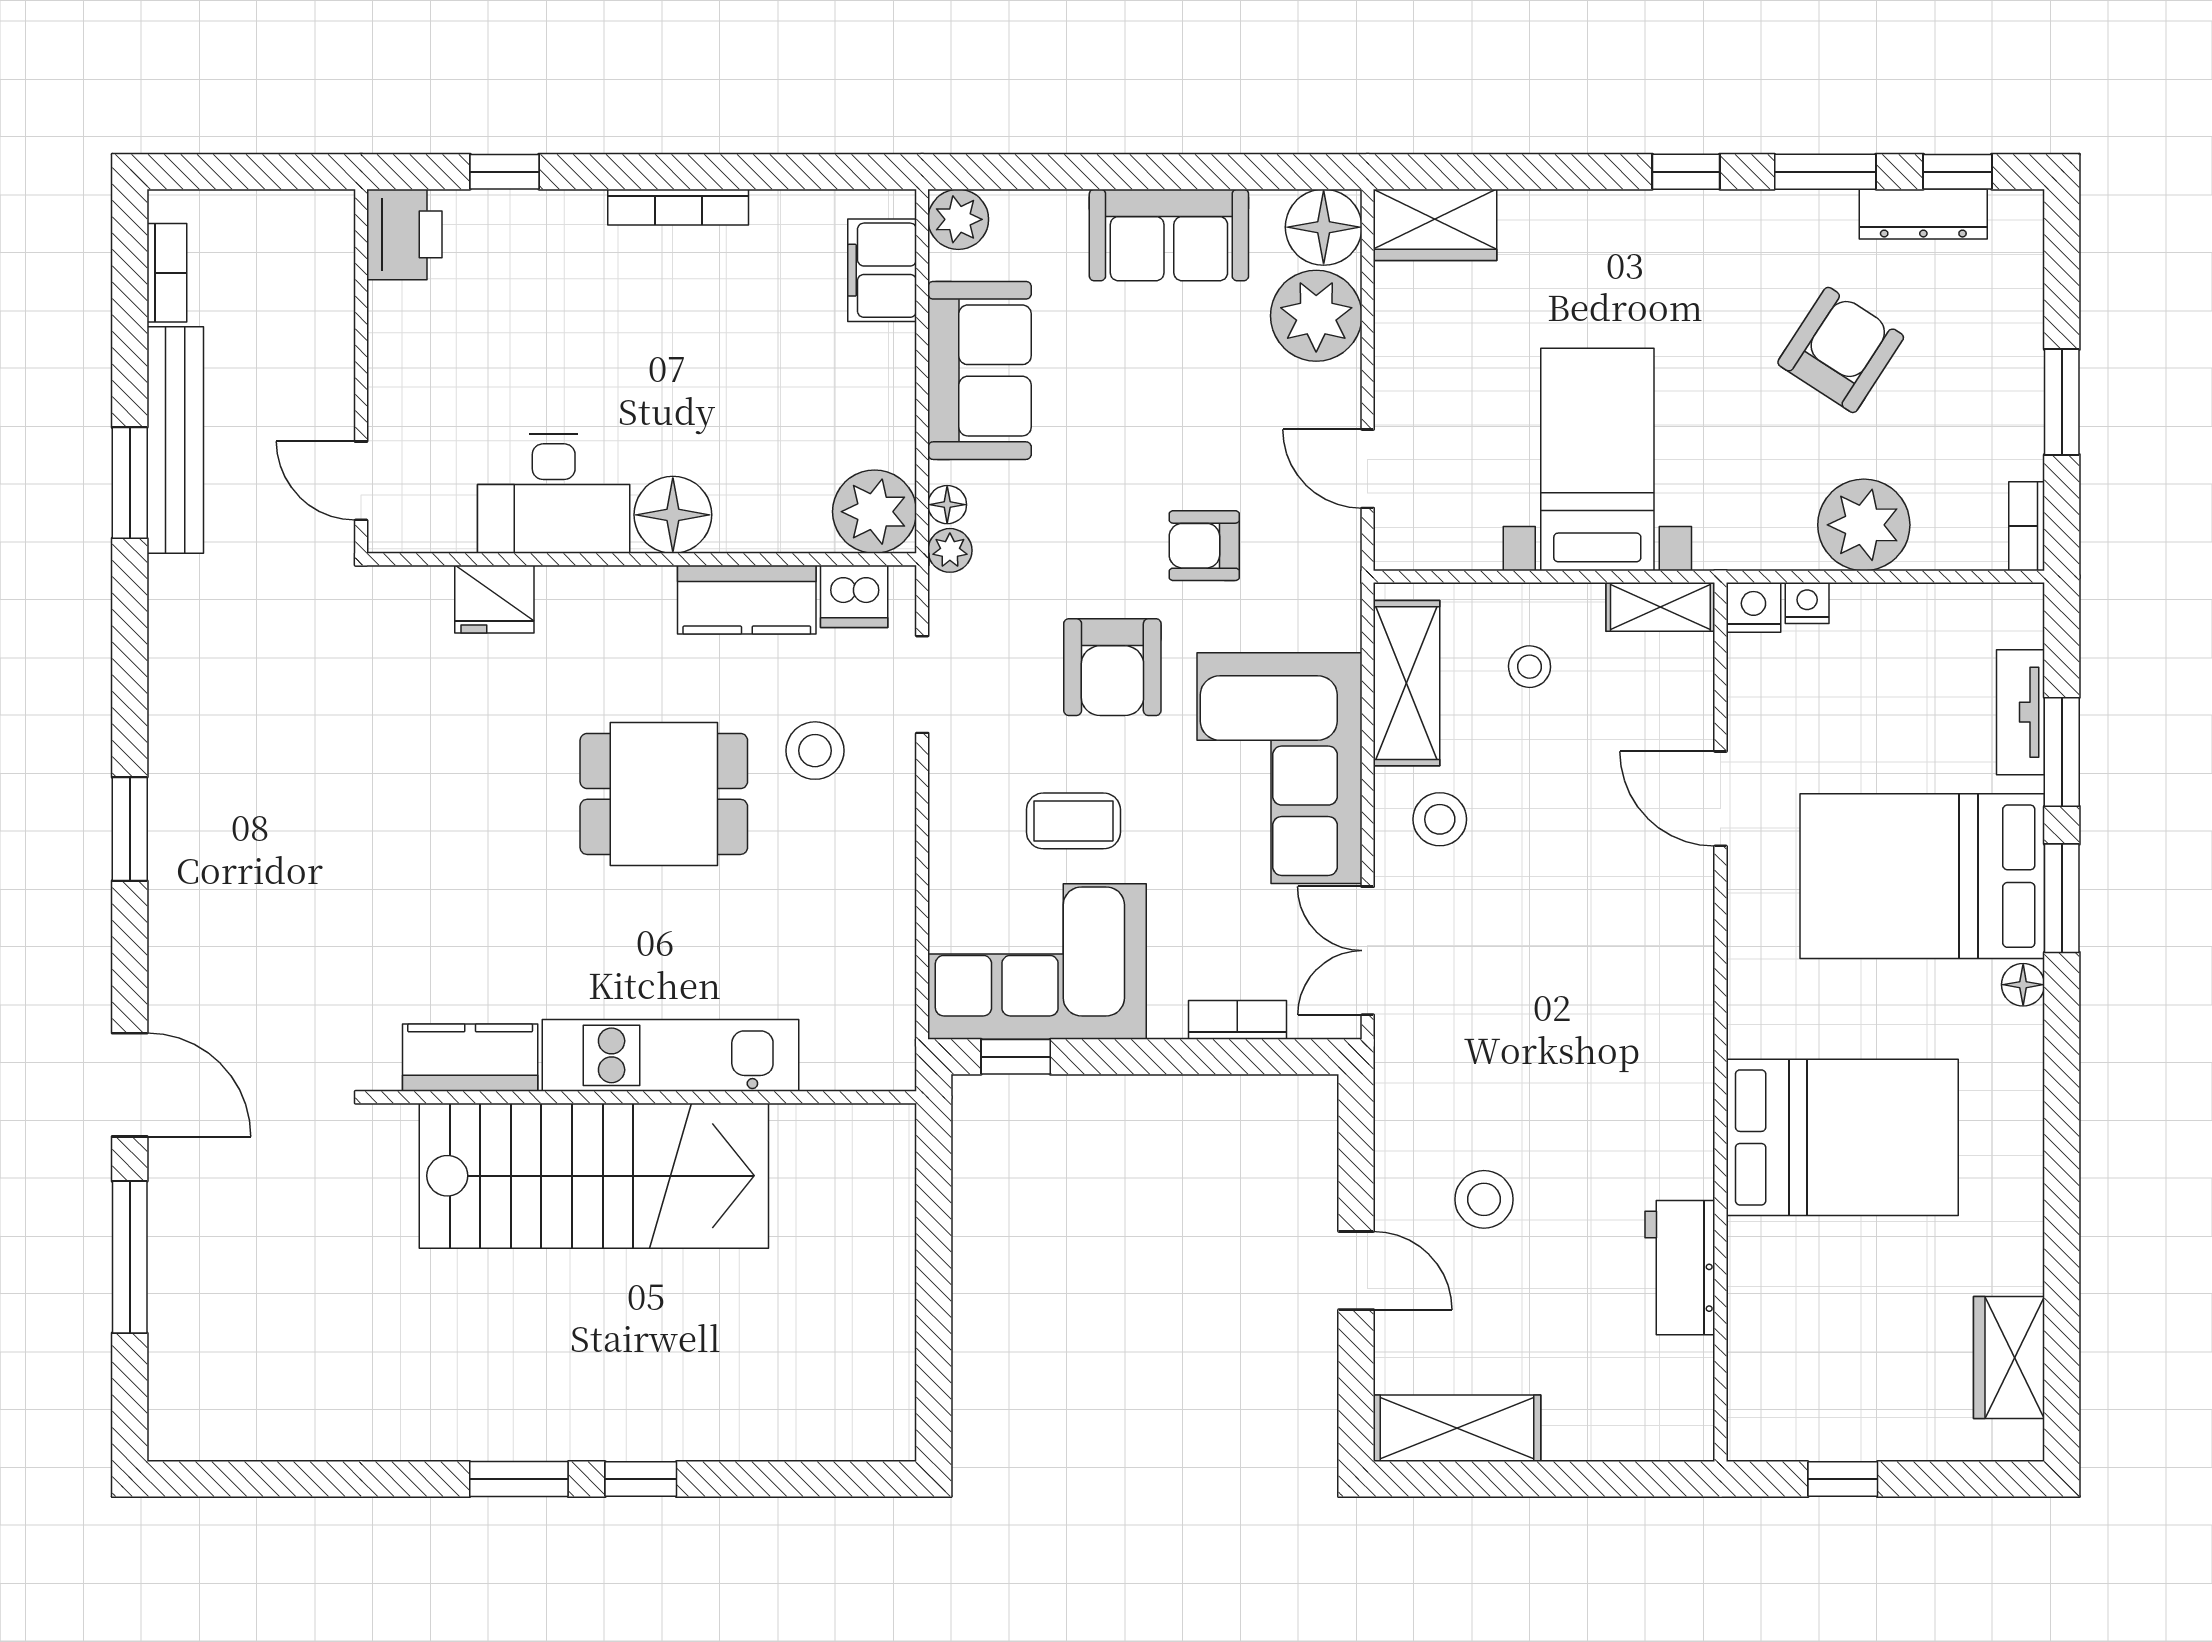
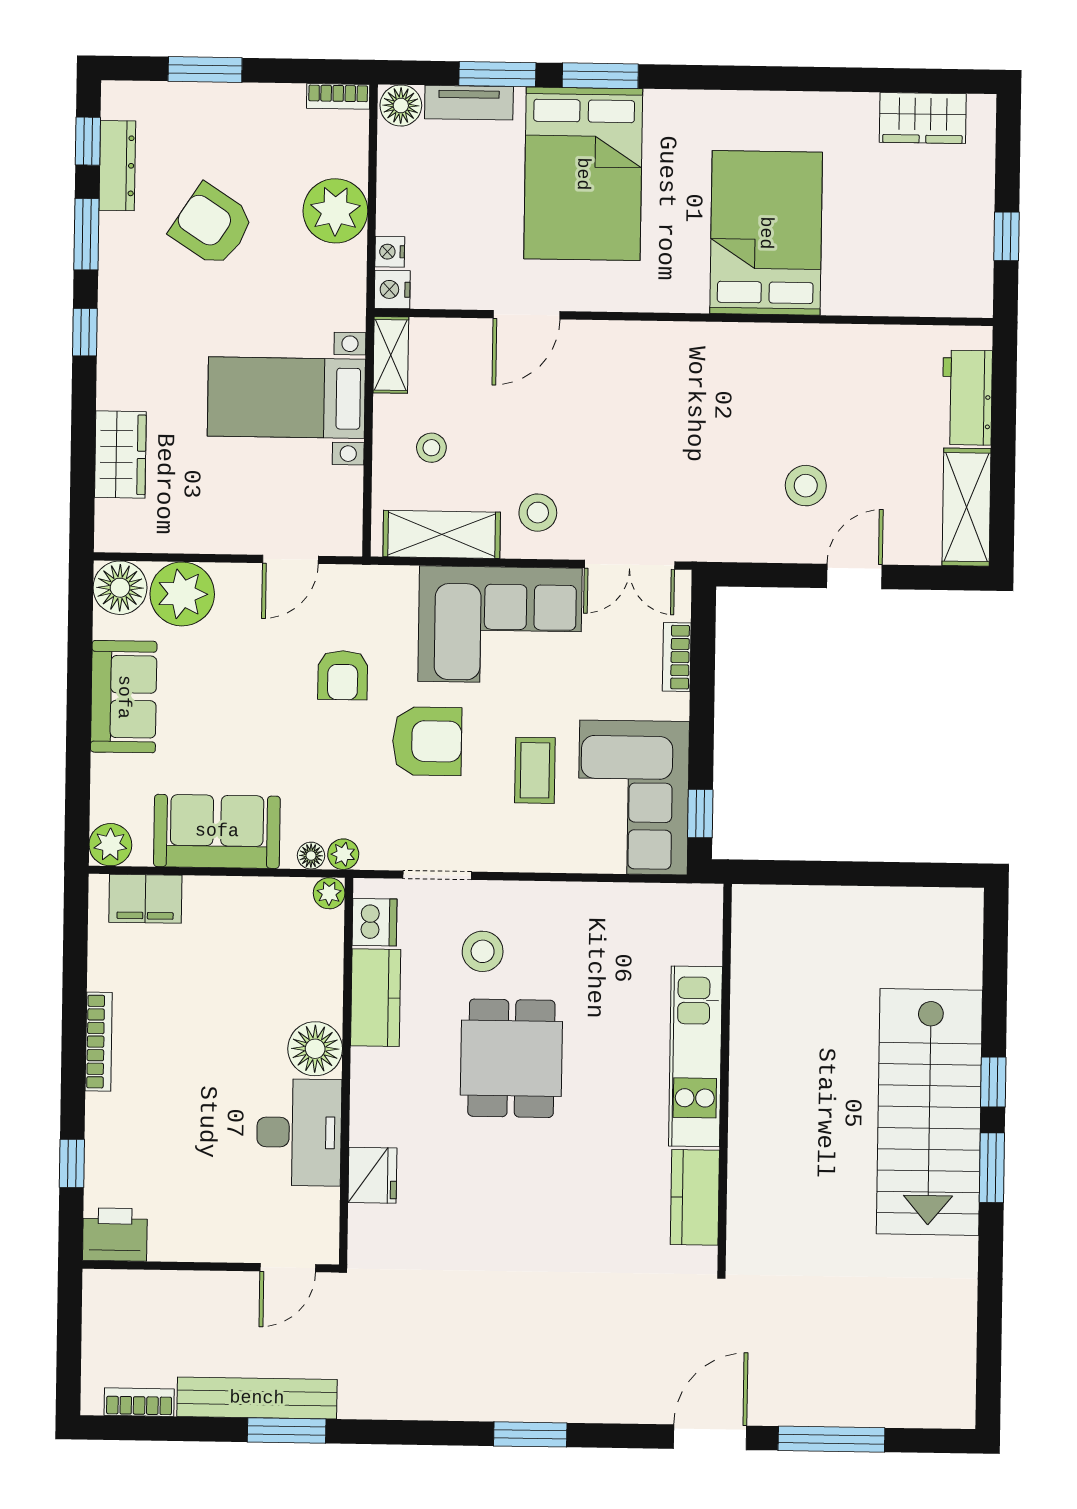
wardrobe: (1435, 225) -> (120, 454), moved
window: (2062, 402) -> (205, 70), moved
plant: (875, 512) -> (329, 893), width x0.53, depth x0.53
floor lamp: (2023, 985) -> (401, 106), moved, width x1.37, depth x1.37
stairs: (594, 1176) -> (929, 1112), moved, turned 180
workbench: (1680, 1268) -> (967, 398), moved, turned 90

